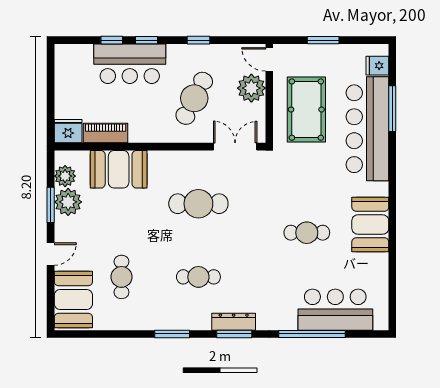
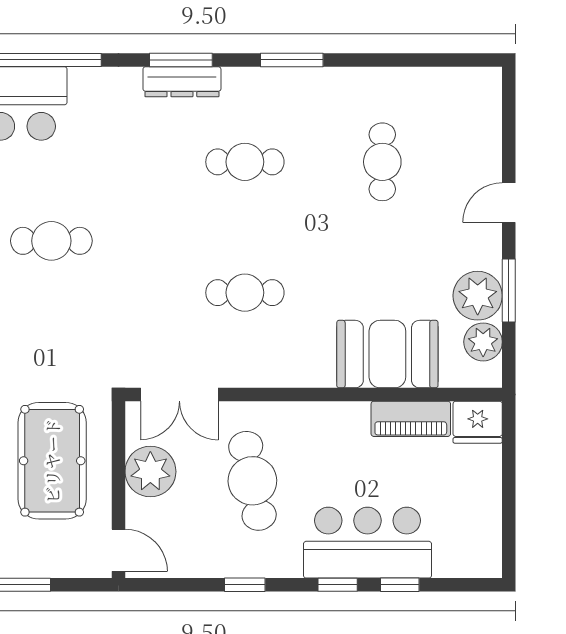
plant: (251, 88) -> (150, 472), moved
cafe table: (194, 98) -> (252, 481), turned -38
cafe table: (198, 204) -> (245, 293), width x0.73, depth x0.74
booth: (73, 300) -> (468, 121), removed

